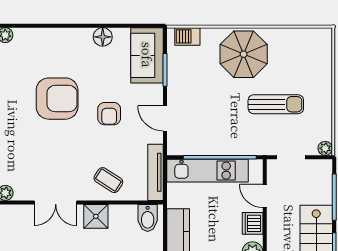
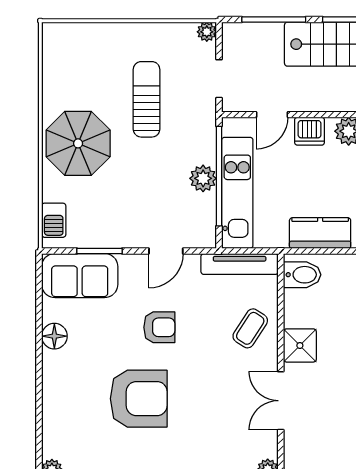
armchair: (57, 99) -> (139, 399), turned 90
plant: (218, 146) -> (203, 178), added
double door: (56, 202) -> (281, 401), swing flipped

